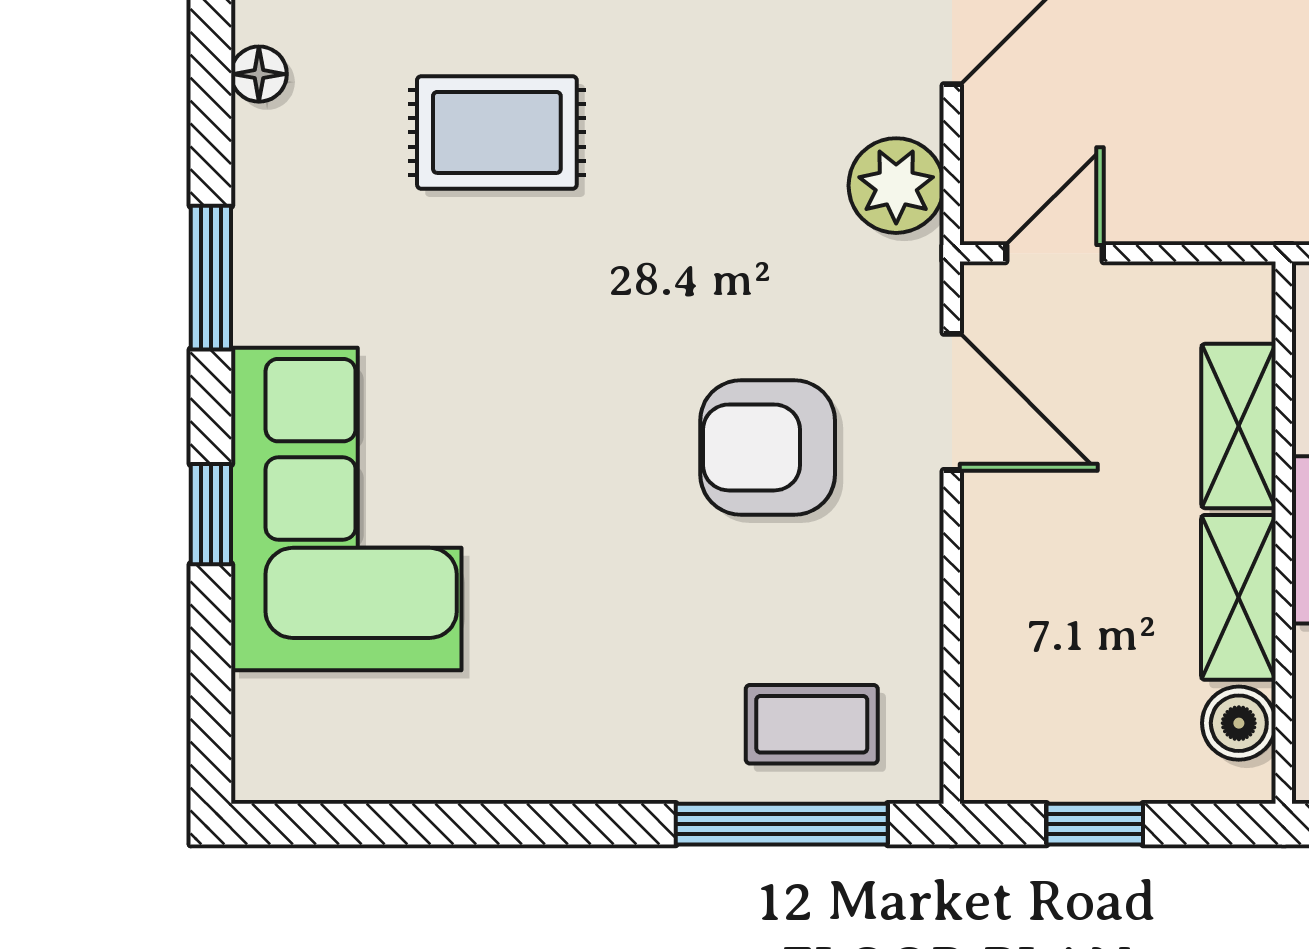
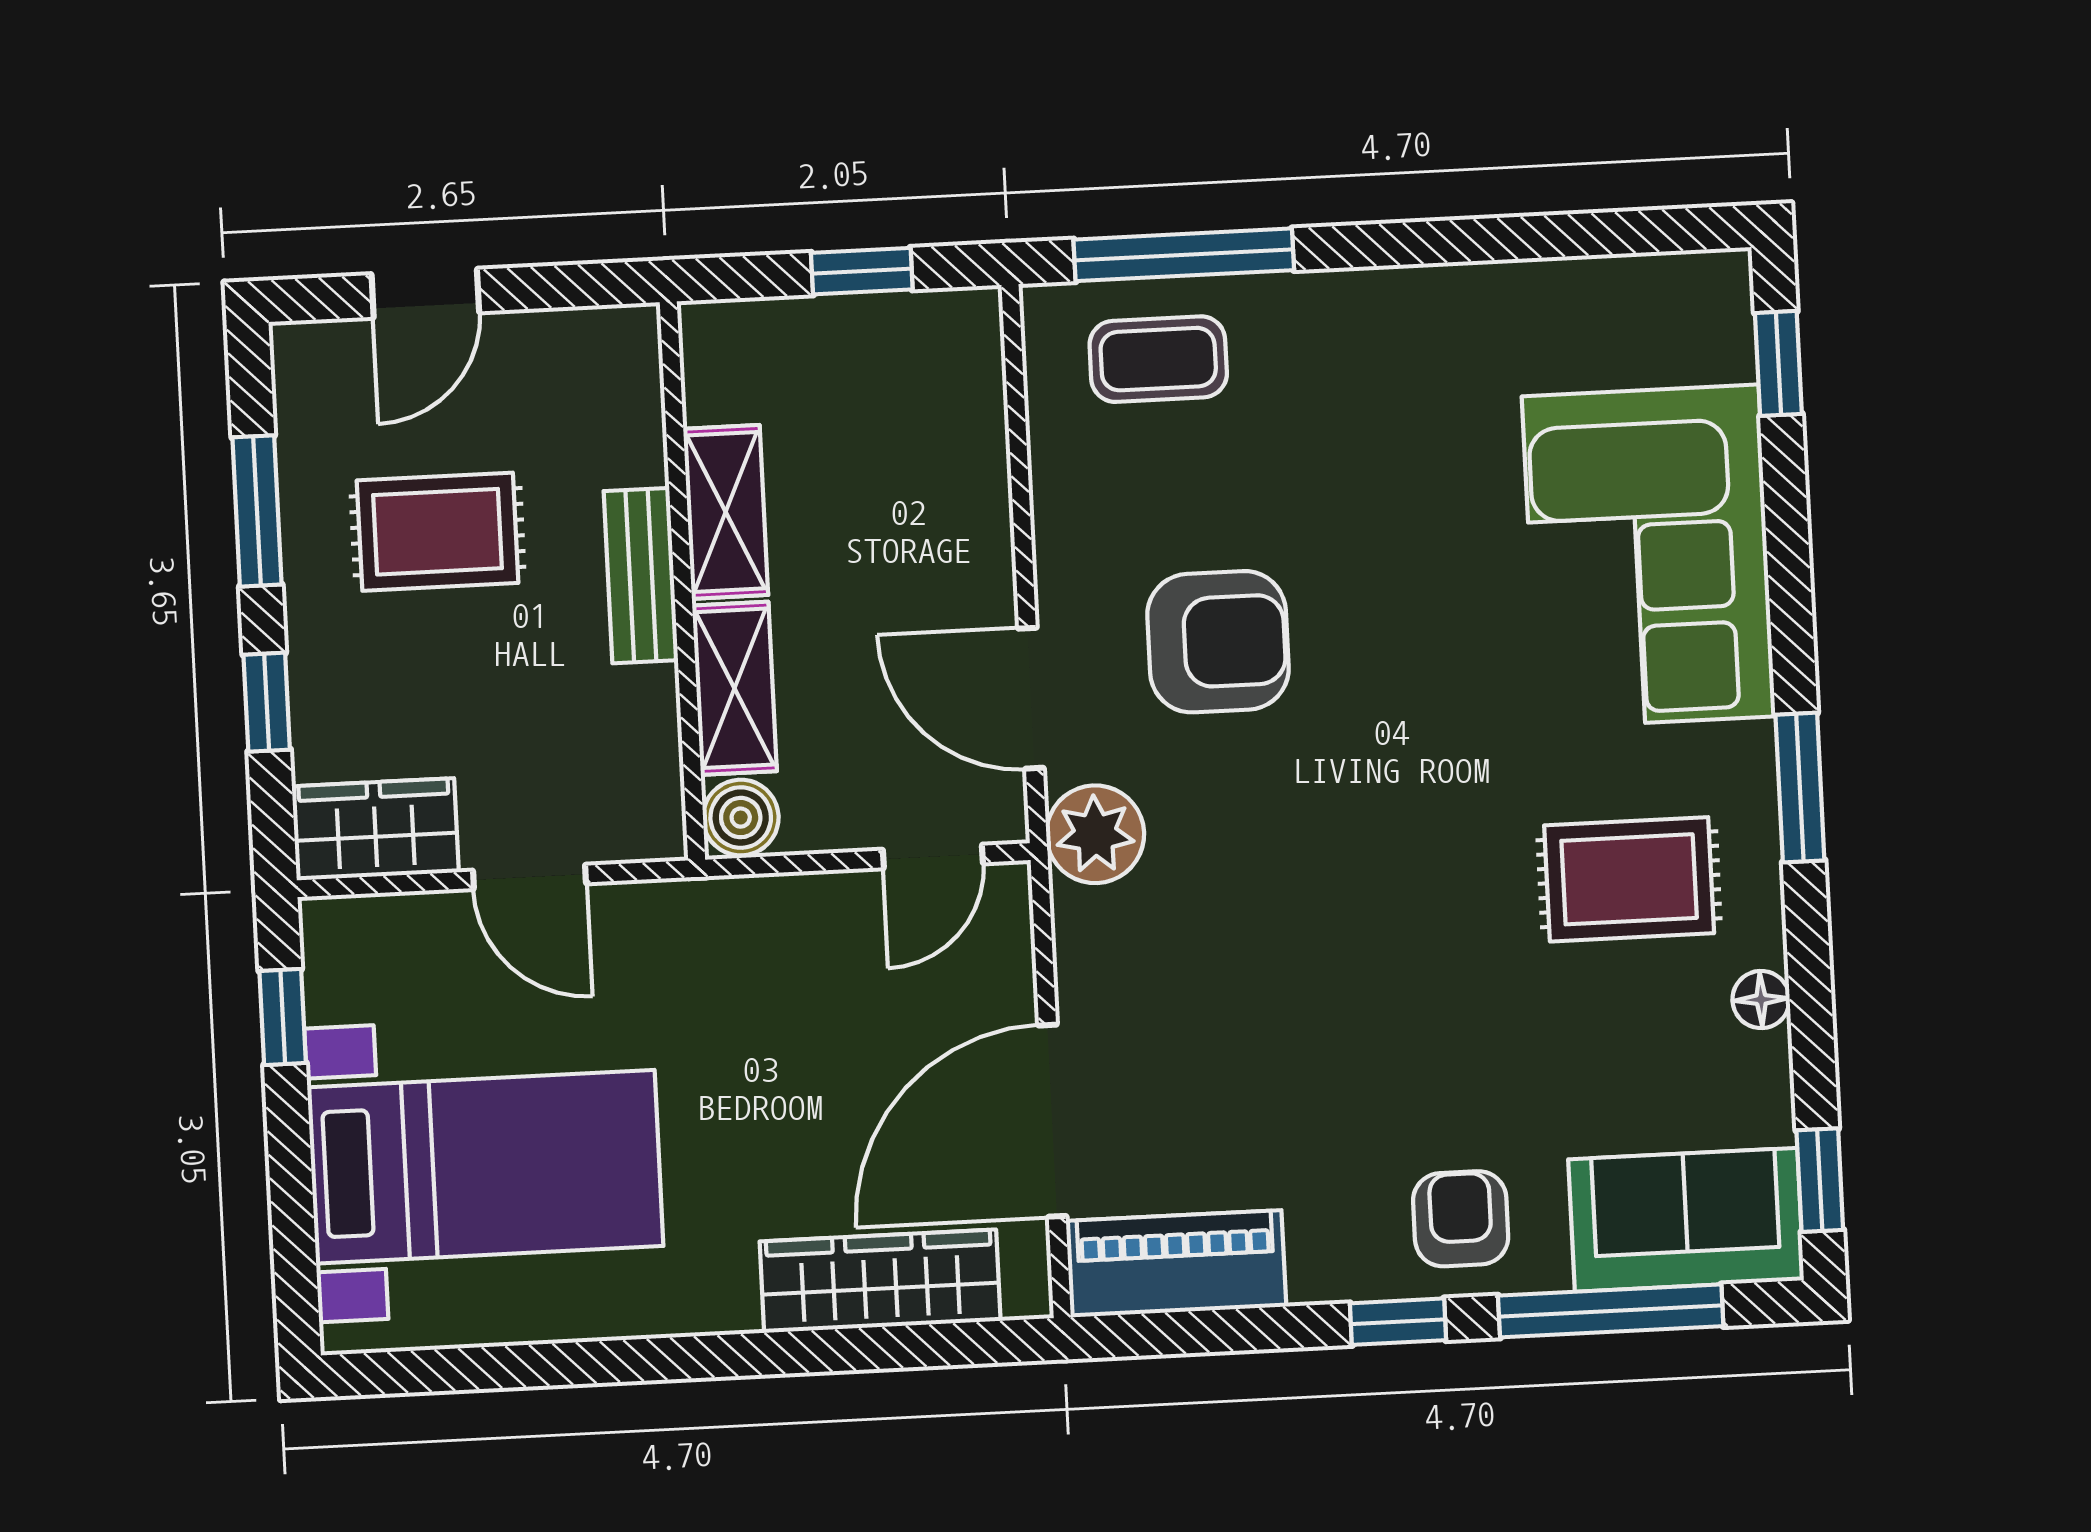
rug: (497, 132) -> (1629, 879), moved
plant: (896, 186) -> (1095, 834), moved
window: (211, 514) -> (1778, 363), moved
boiler: (1239, 723) -> (741, 818), moved

